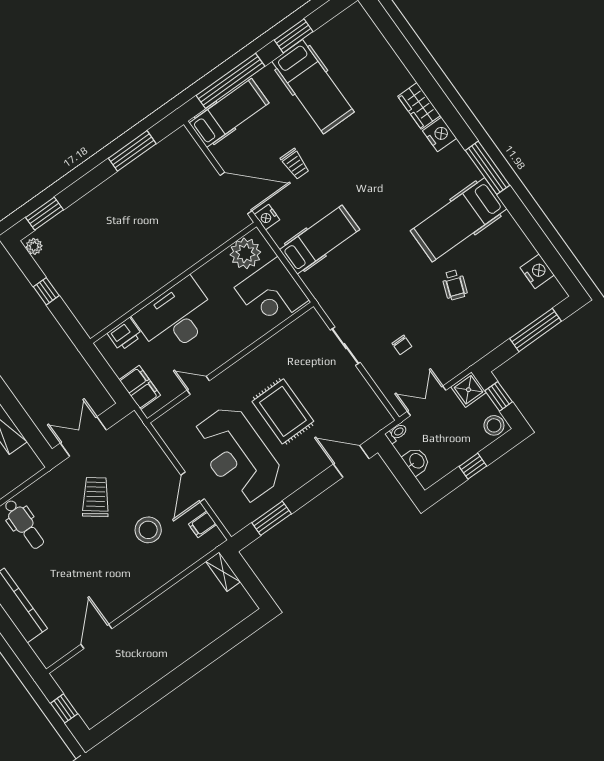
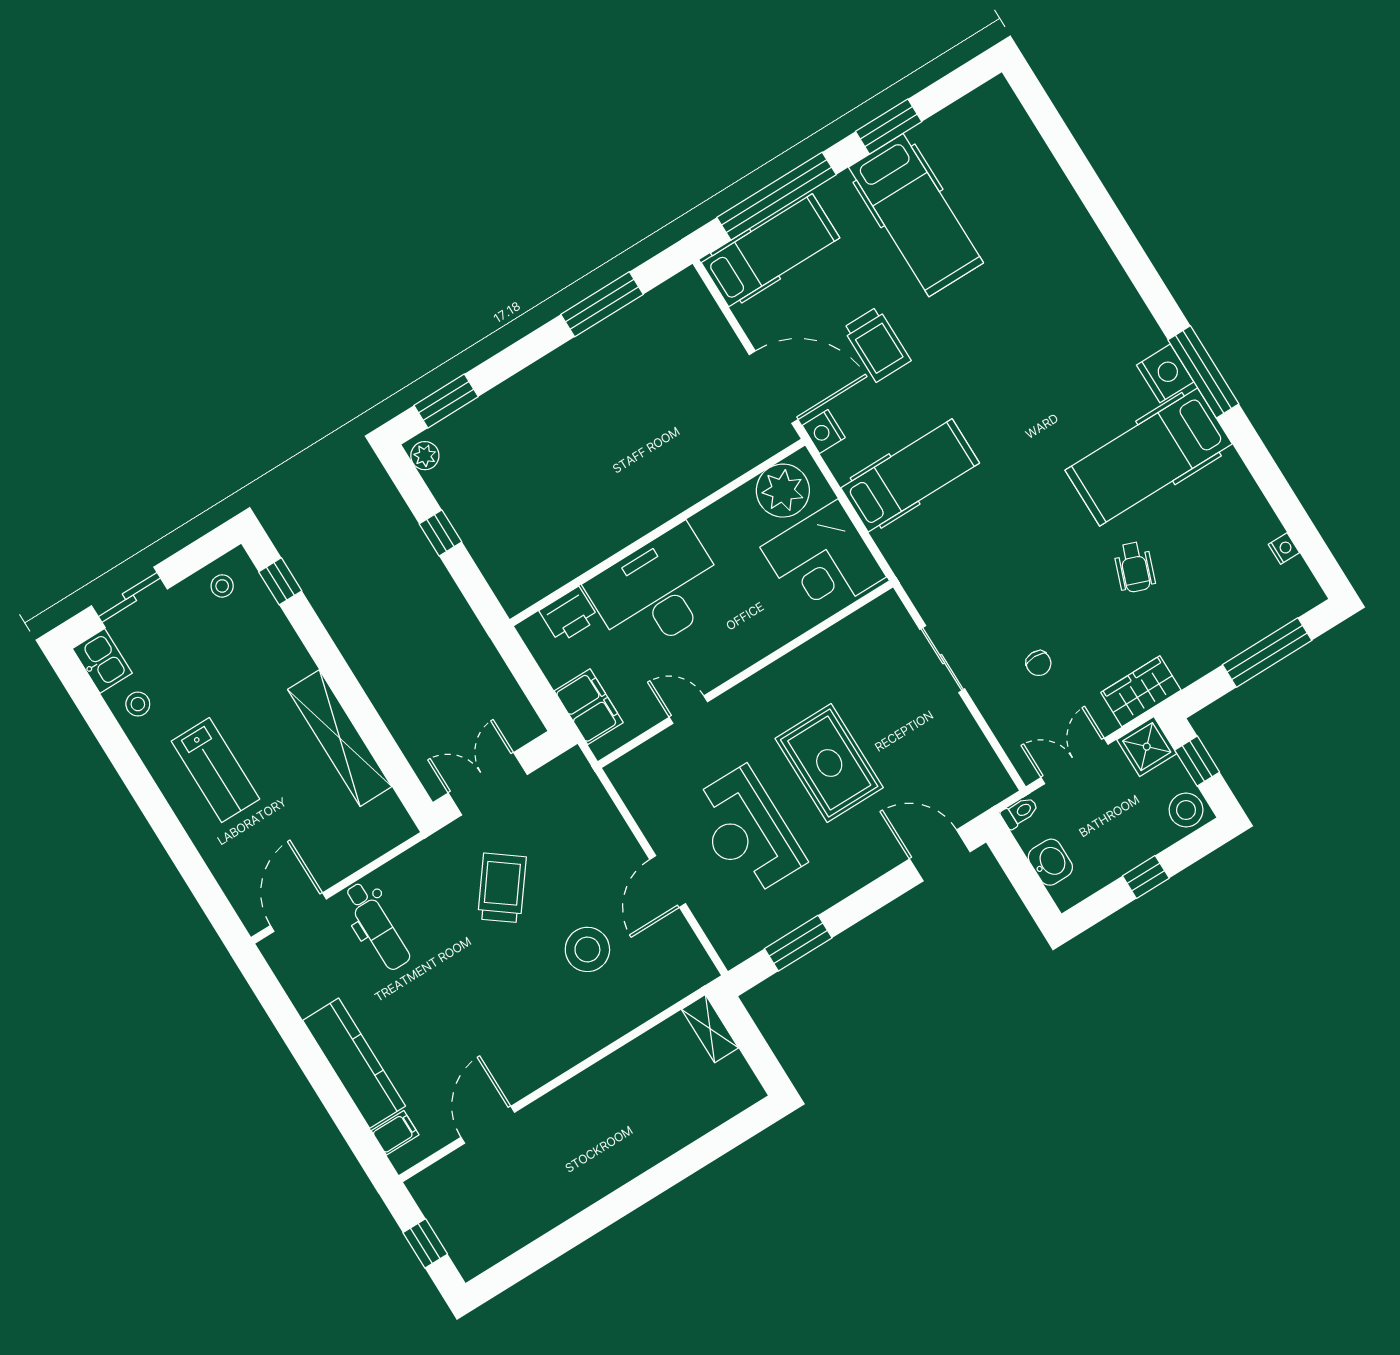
wardrobe: (419, 106) -> (1141, 691), moved, turned 90
nightstand: (440, 134) -> (1165, 373), moved
trolley: (295, 164) -> (877, 344), width x1.36, depth x1.39
nightstand: (537, 271) -> (1284, 548), width x0.53, depth x0.56
reception desk: (237, 455) -> (747, 832), width x0.74, depth x0.77
filing cabinet: (202, 524) -> (395, 1133), moved, turned 180

